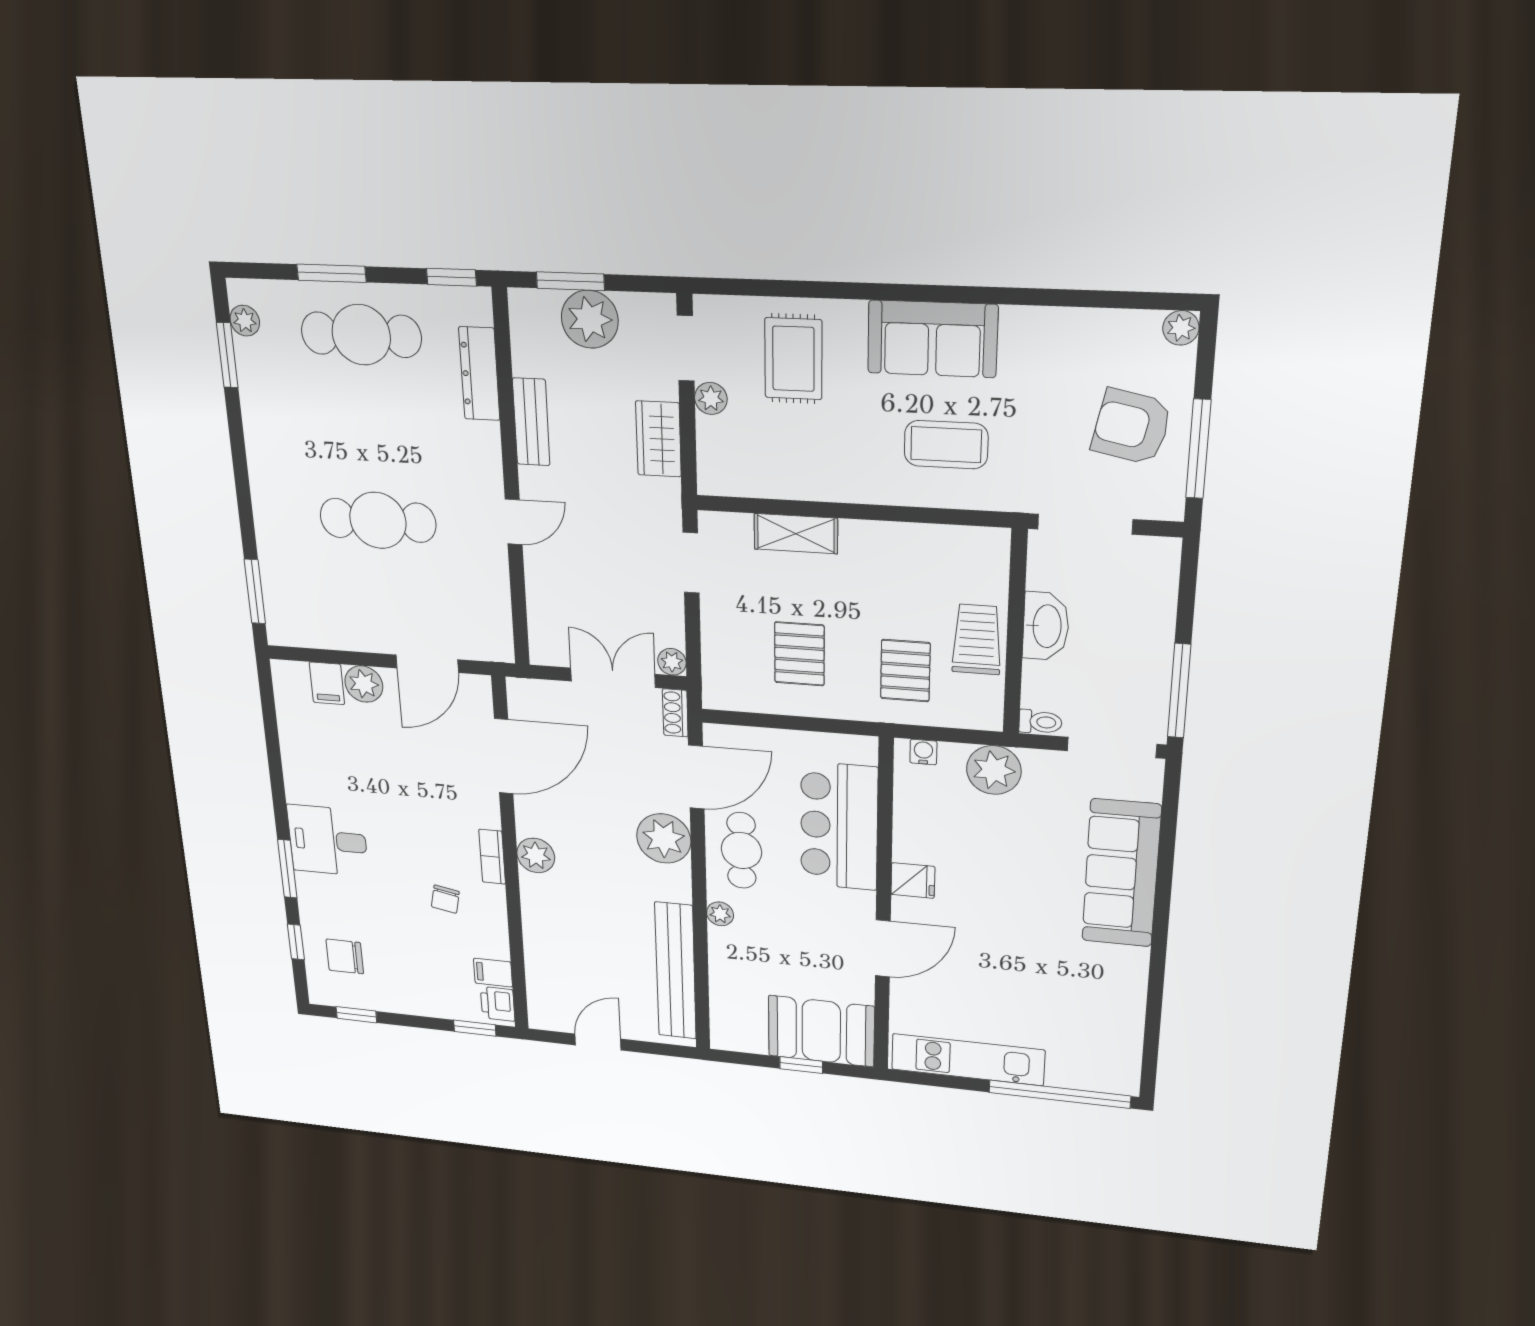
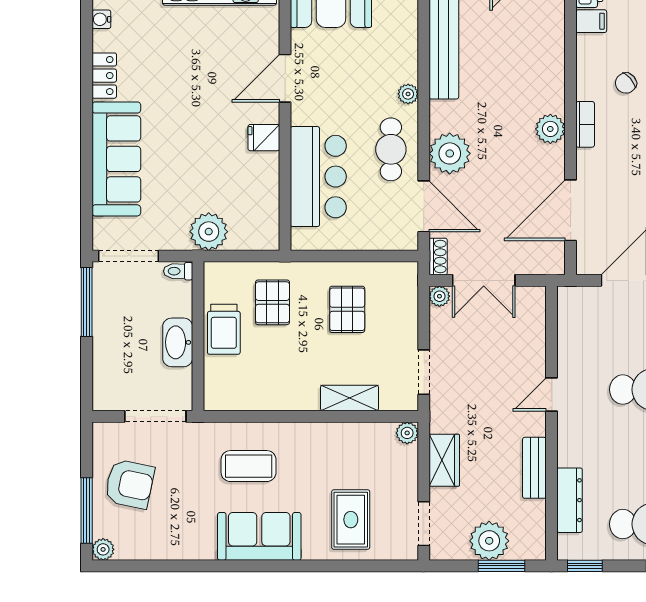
plant: (711, 398) -> (407, 433), moved
window: (1198, 449) -> (87, 511), moved
water cooler: (923, 752) -> (101, 19), moved, turned 90
door: (696, 777) -> (424, 206), swing flipped
chair: (445, 899) -> (626, 83), turned -141
locker: (1131, 977) -> (104, 76), added

